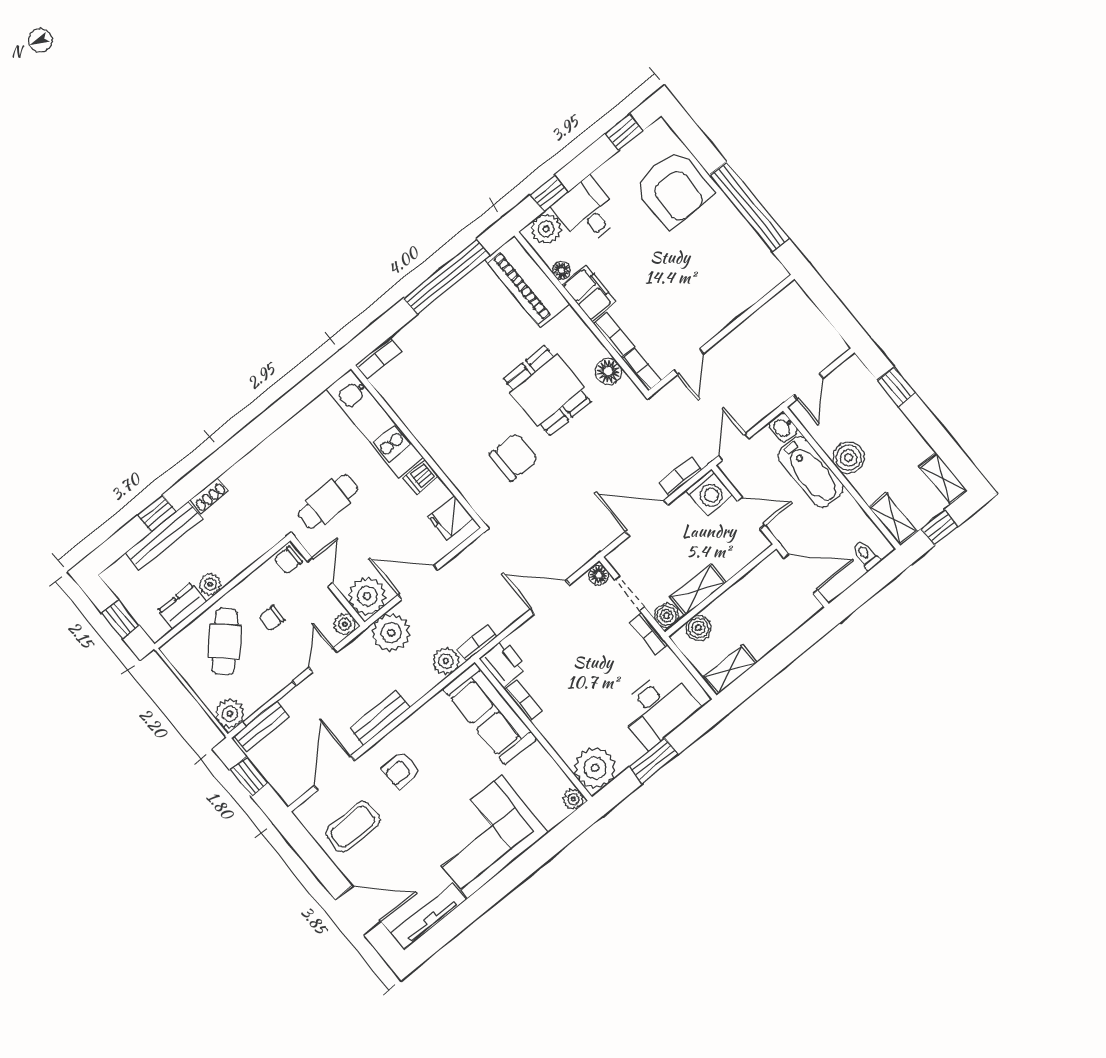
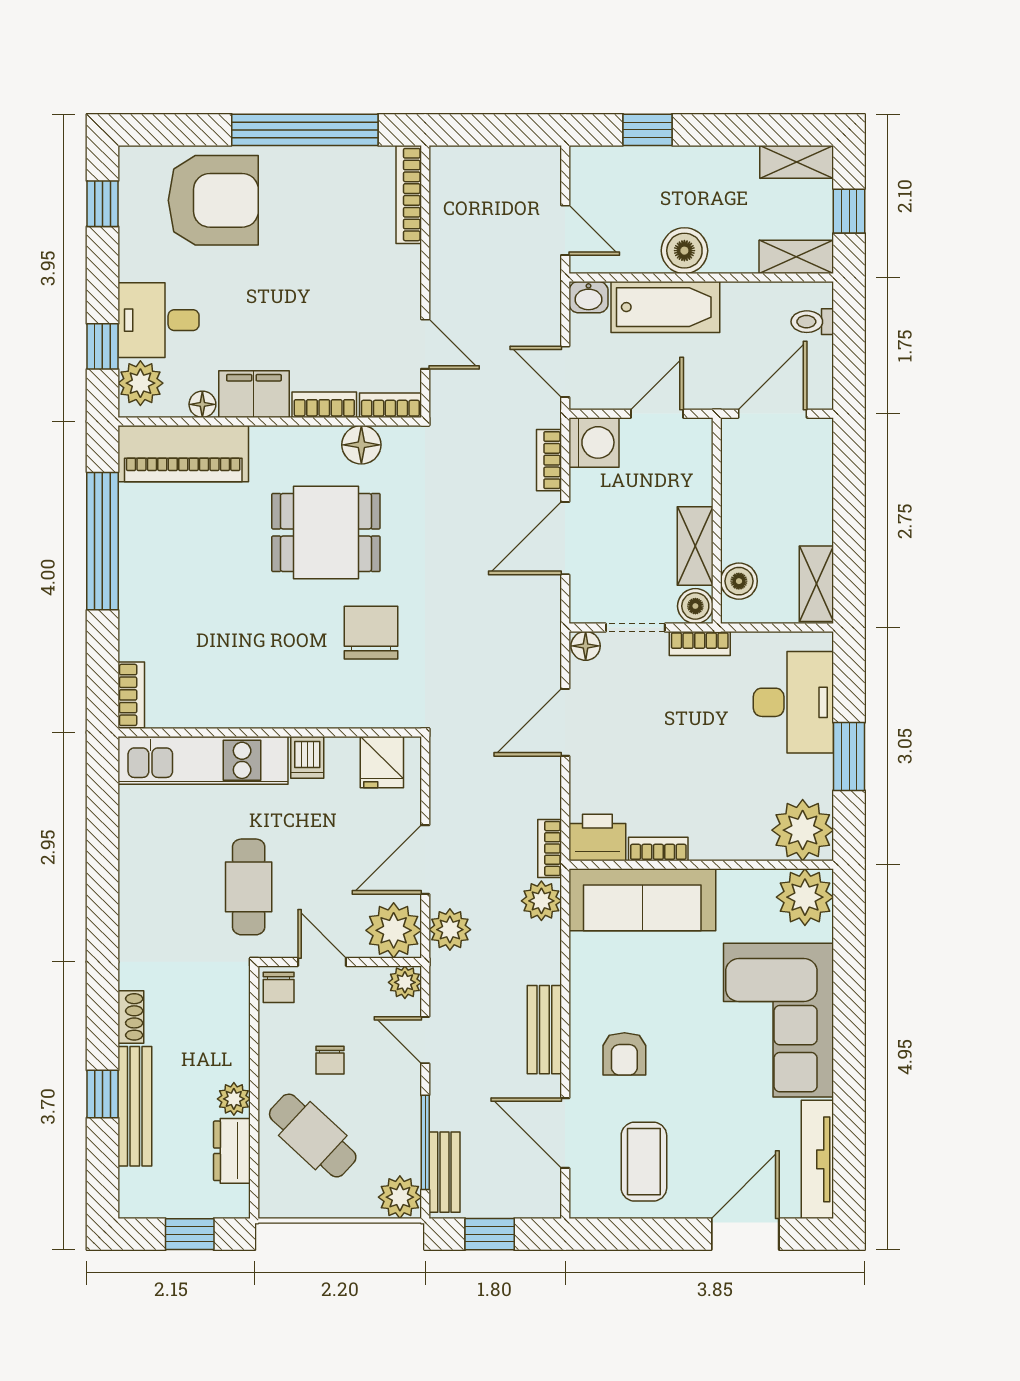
bookcase: (760, 289) -> (409, 195), added
plant: (391, 633) -> (450, 930), width x0.73, depth x0.73
plant: (573, 799) -> (805, 897), width x1.87, depth x1.87

